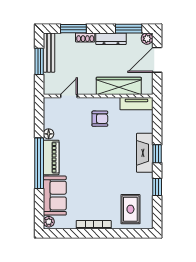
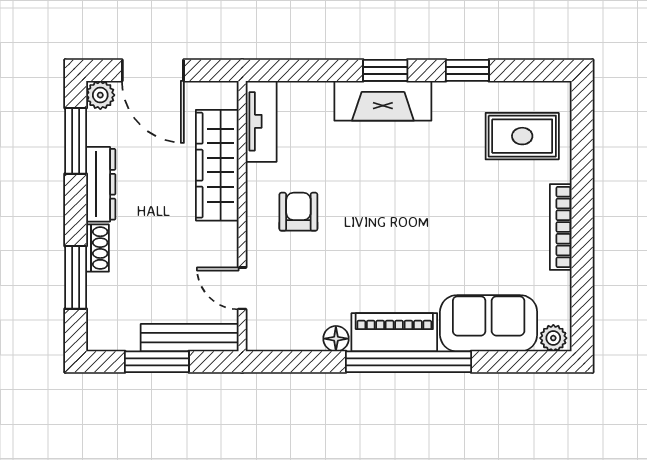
bench: (49, 53) -> (190, 338), moved

